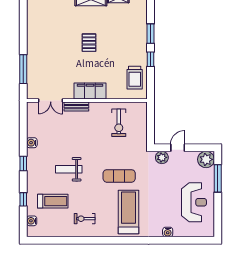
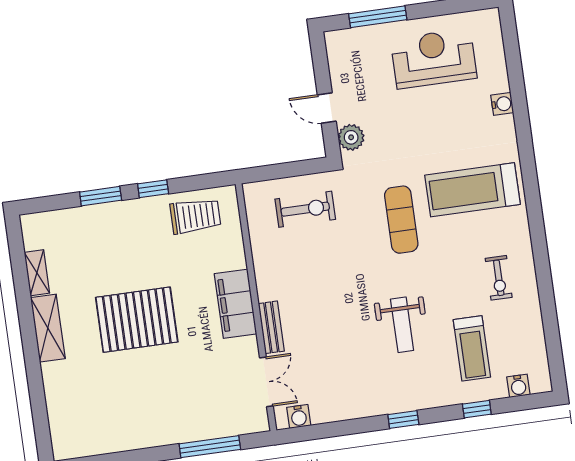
pallet: (89, 43) -> (137, 320), width x2.05, depth x2.00
exercise bike: (119, 123) -> (305, 209), moved
water cooler: (32, 143) -> (299, 416), moved
plant: (206, 159) -> (342, 46), removed
treadmill: (53, 201) -> (472, 348), turned 180

